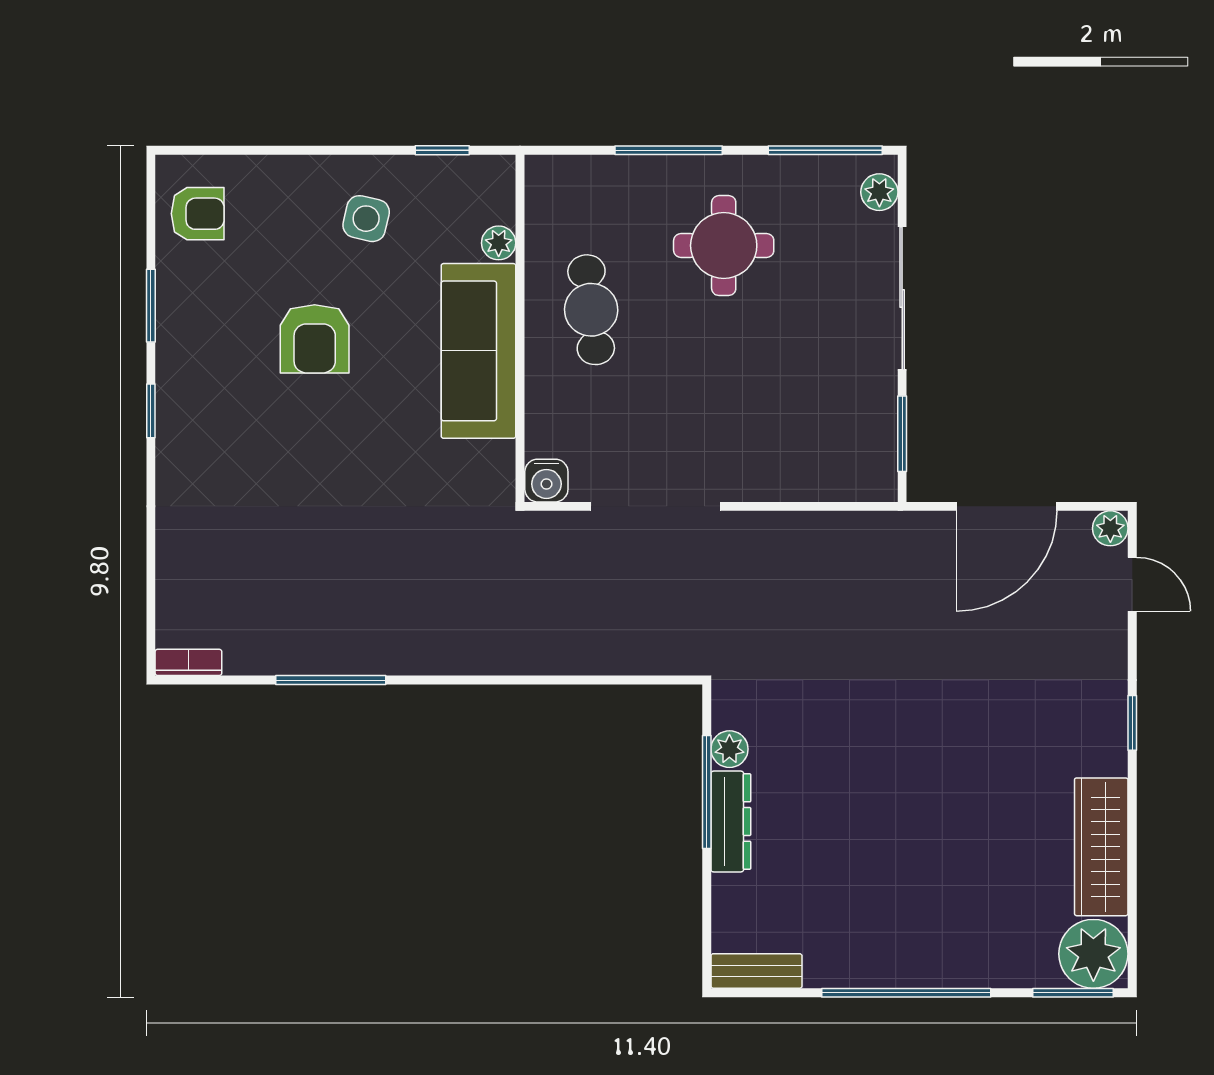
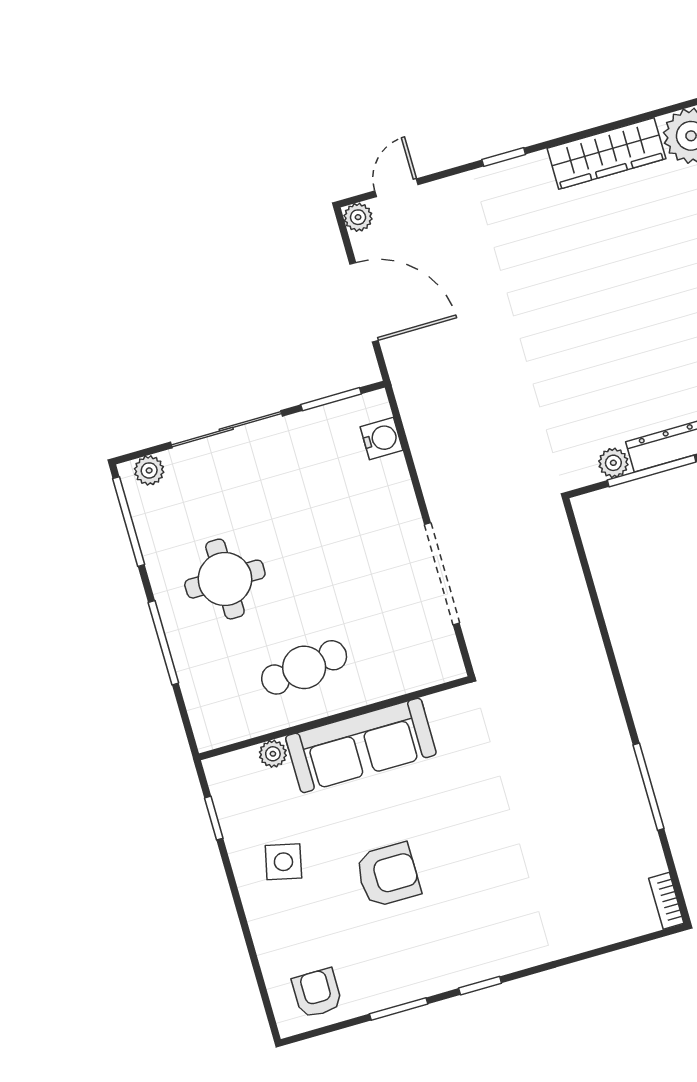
water cooler: (546, 481) -> (381, 438), moved

